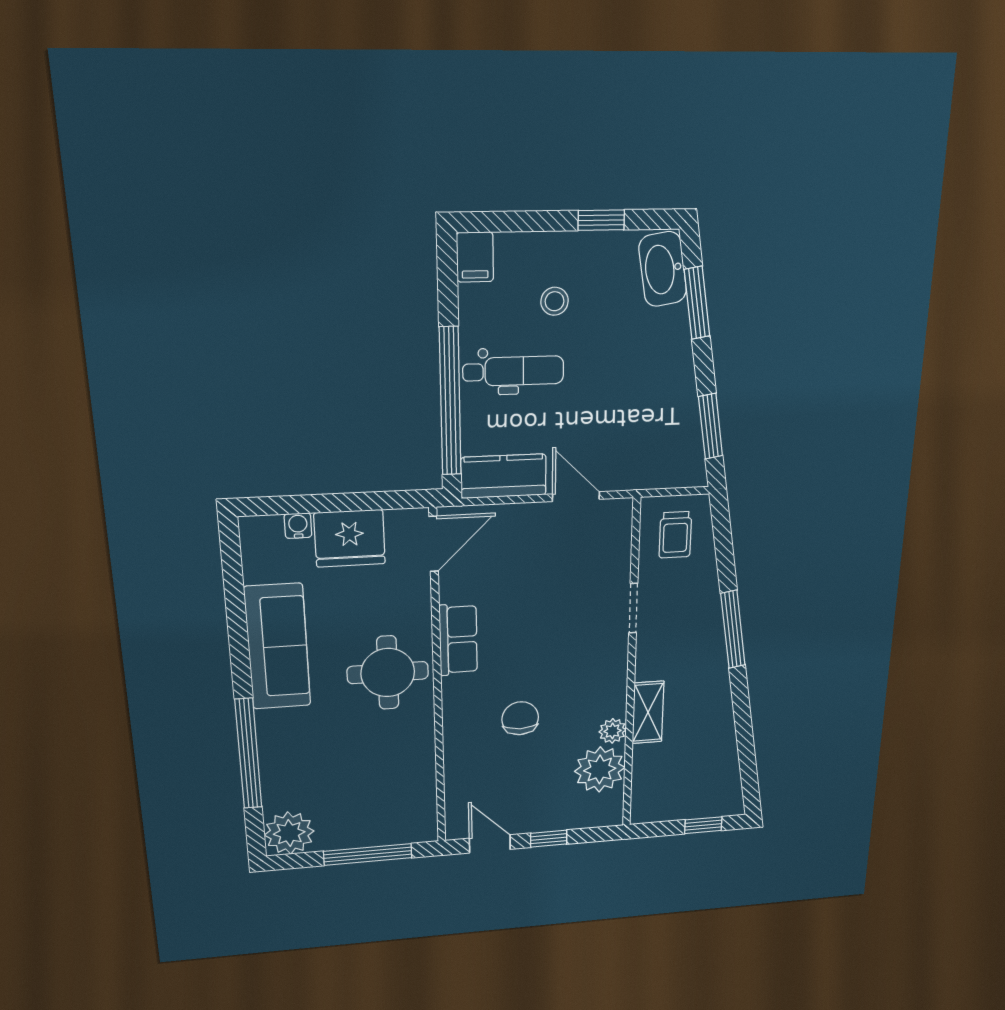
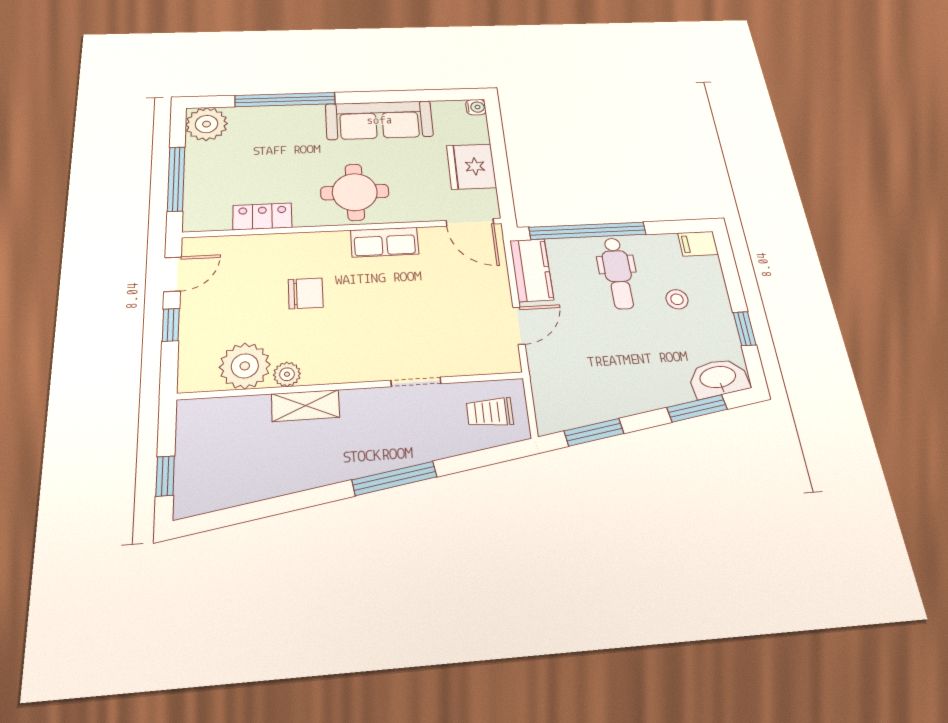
water cooler: (298, 526) -> (476, 107), moved
locker: (420, 766) -> (262, 216), added

